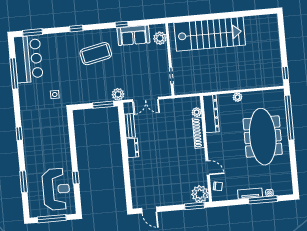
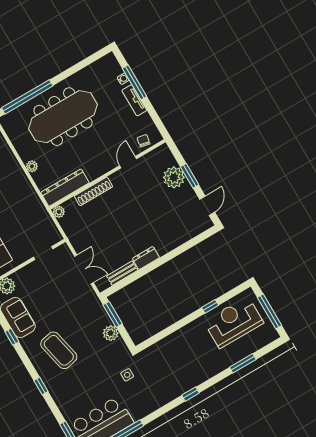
plant: (118, 94) -> (111, 333), moved
plant: (197, 112) -> (59, 212), moved
plant: (200, 194) -> (174, 177), moved
window: (195, 206) -> (190, 176), moved

